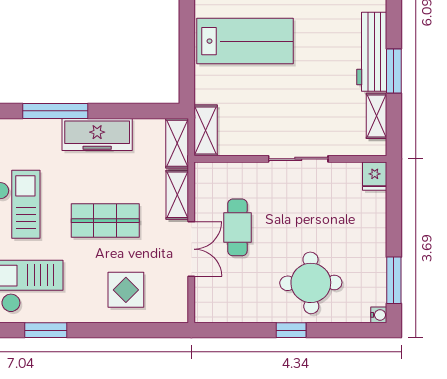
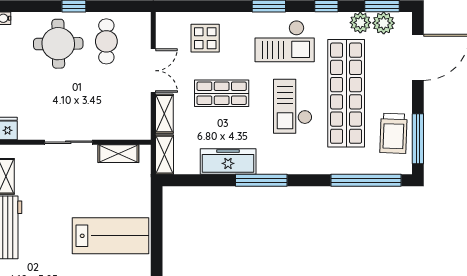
lab bench: (245, 41) -> (110, 236), turned 180
shelving: (206, 130) -> (118, 154), moved, turned 90
cafe table: (237, 227) -> (106, 41), moved
double door: (191, 249) -> (153, 71), swing flipped

